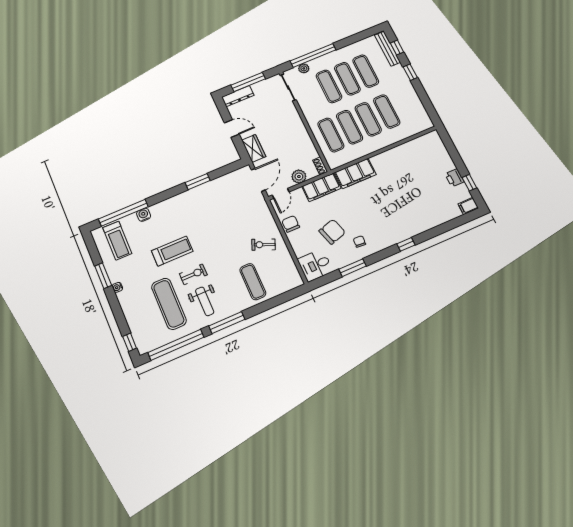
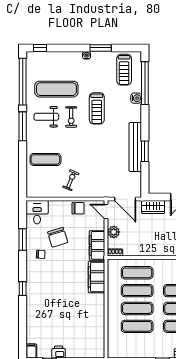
bench: (197, 193) -> (135, 147), added
treadmill: (117, 241) -> (124, 70), turned -90

